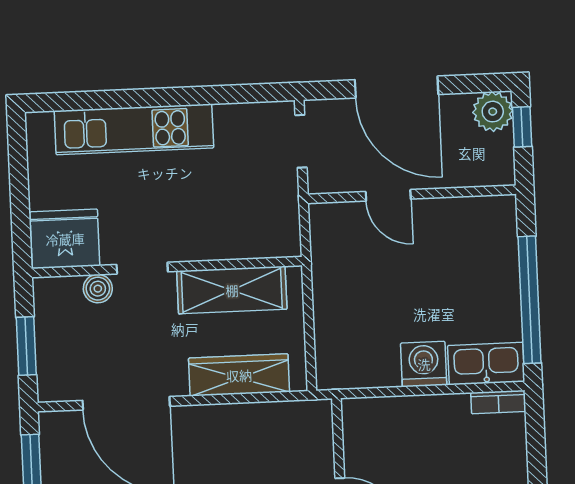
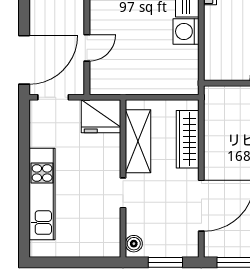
door: (397, 87) -> (24, 60), moved
fridge: (65, 239) -> (101, 116), moved, turned -90
boiler: (98, 289) -> (134, 244), moved

